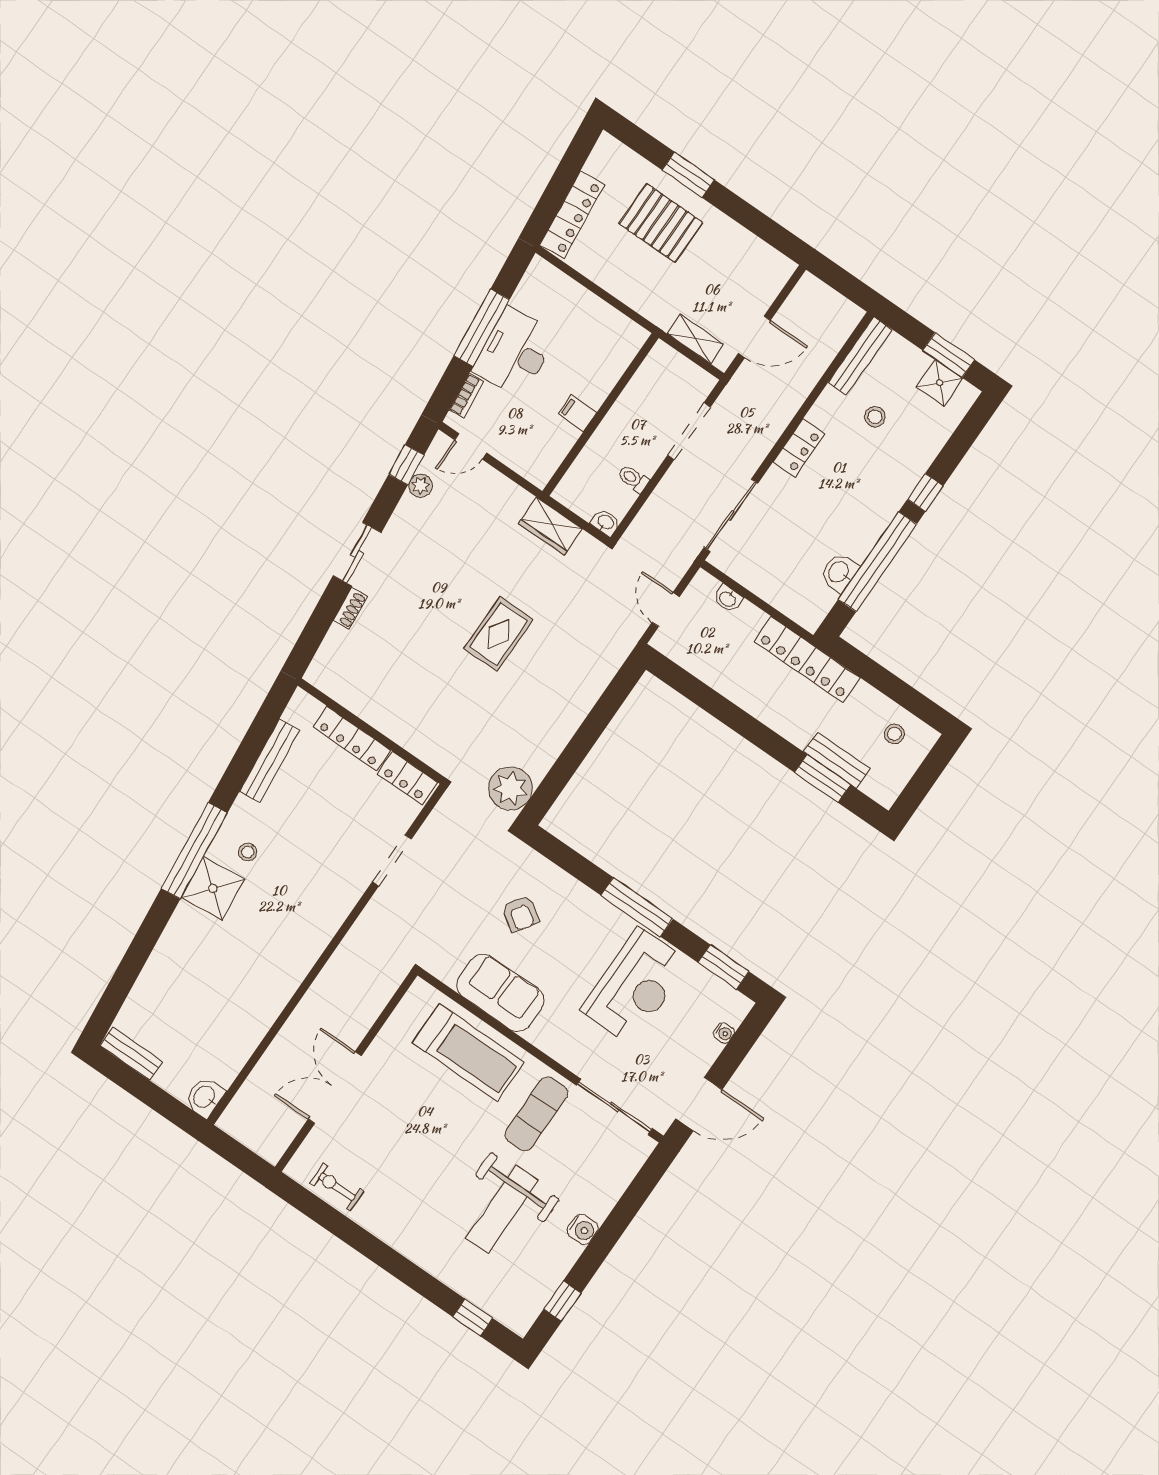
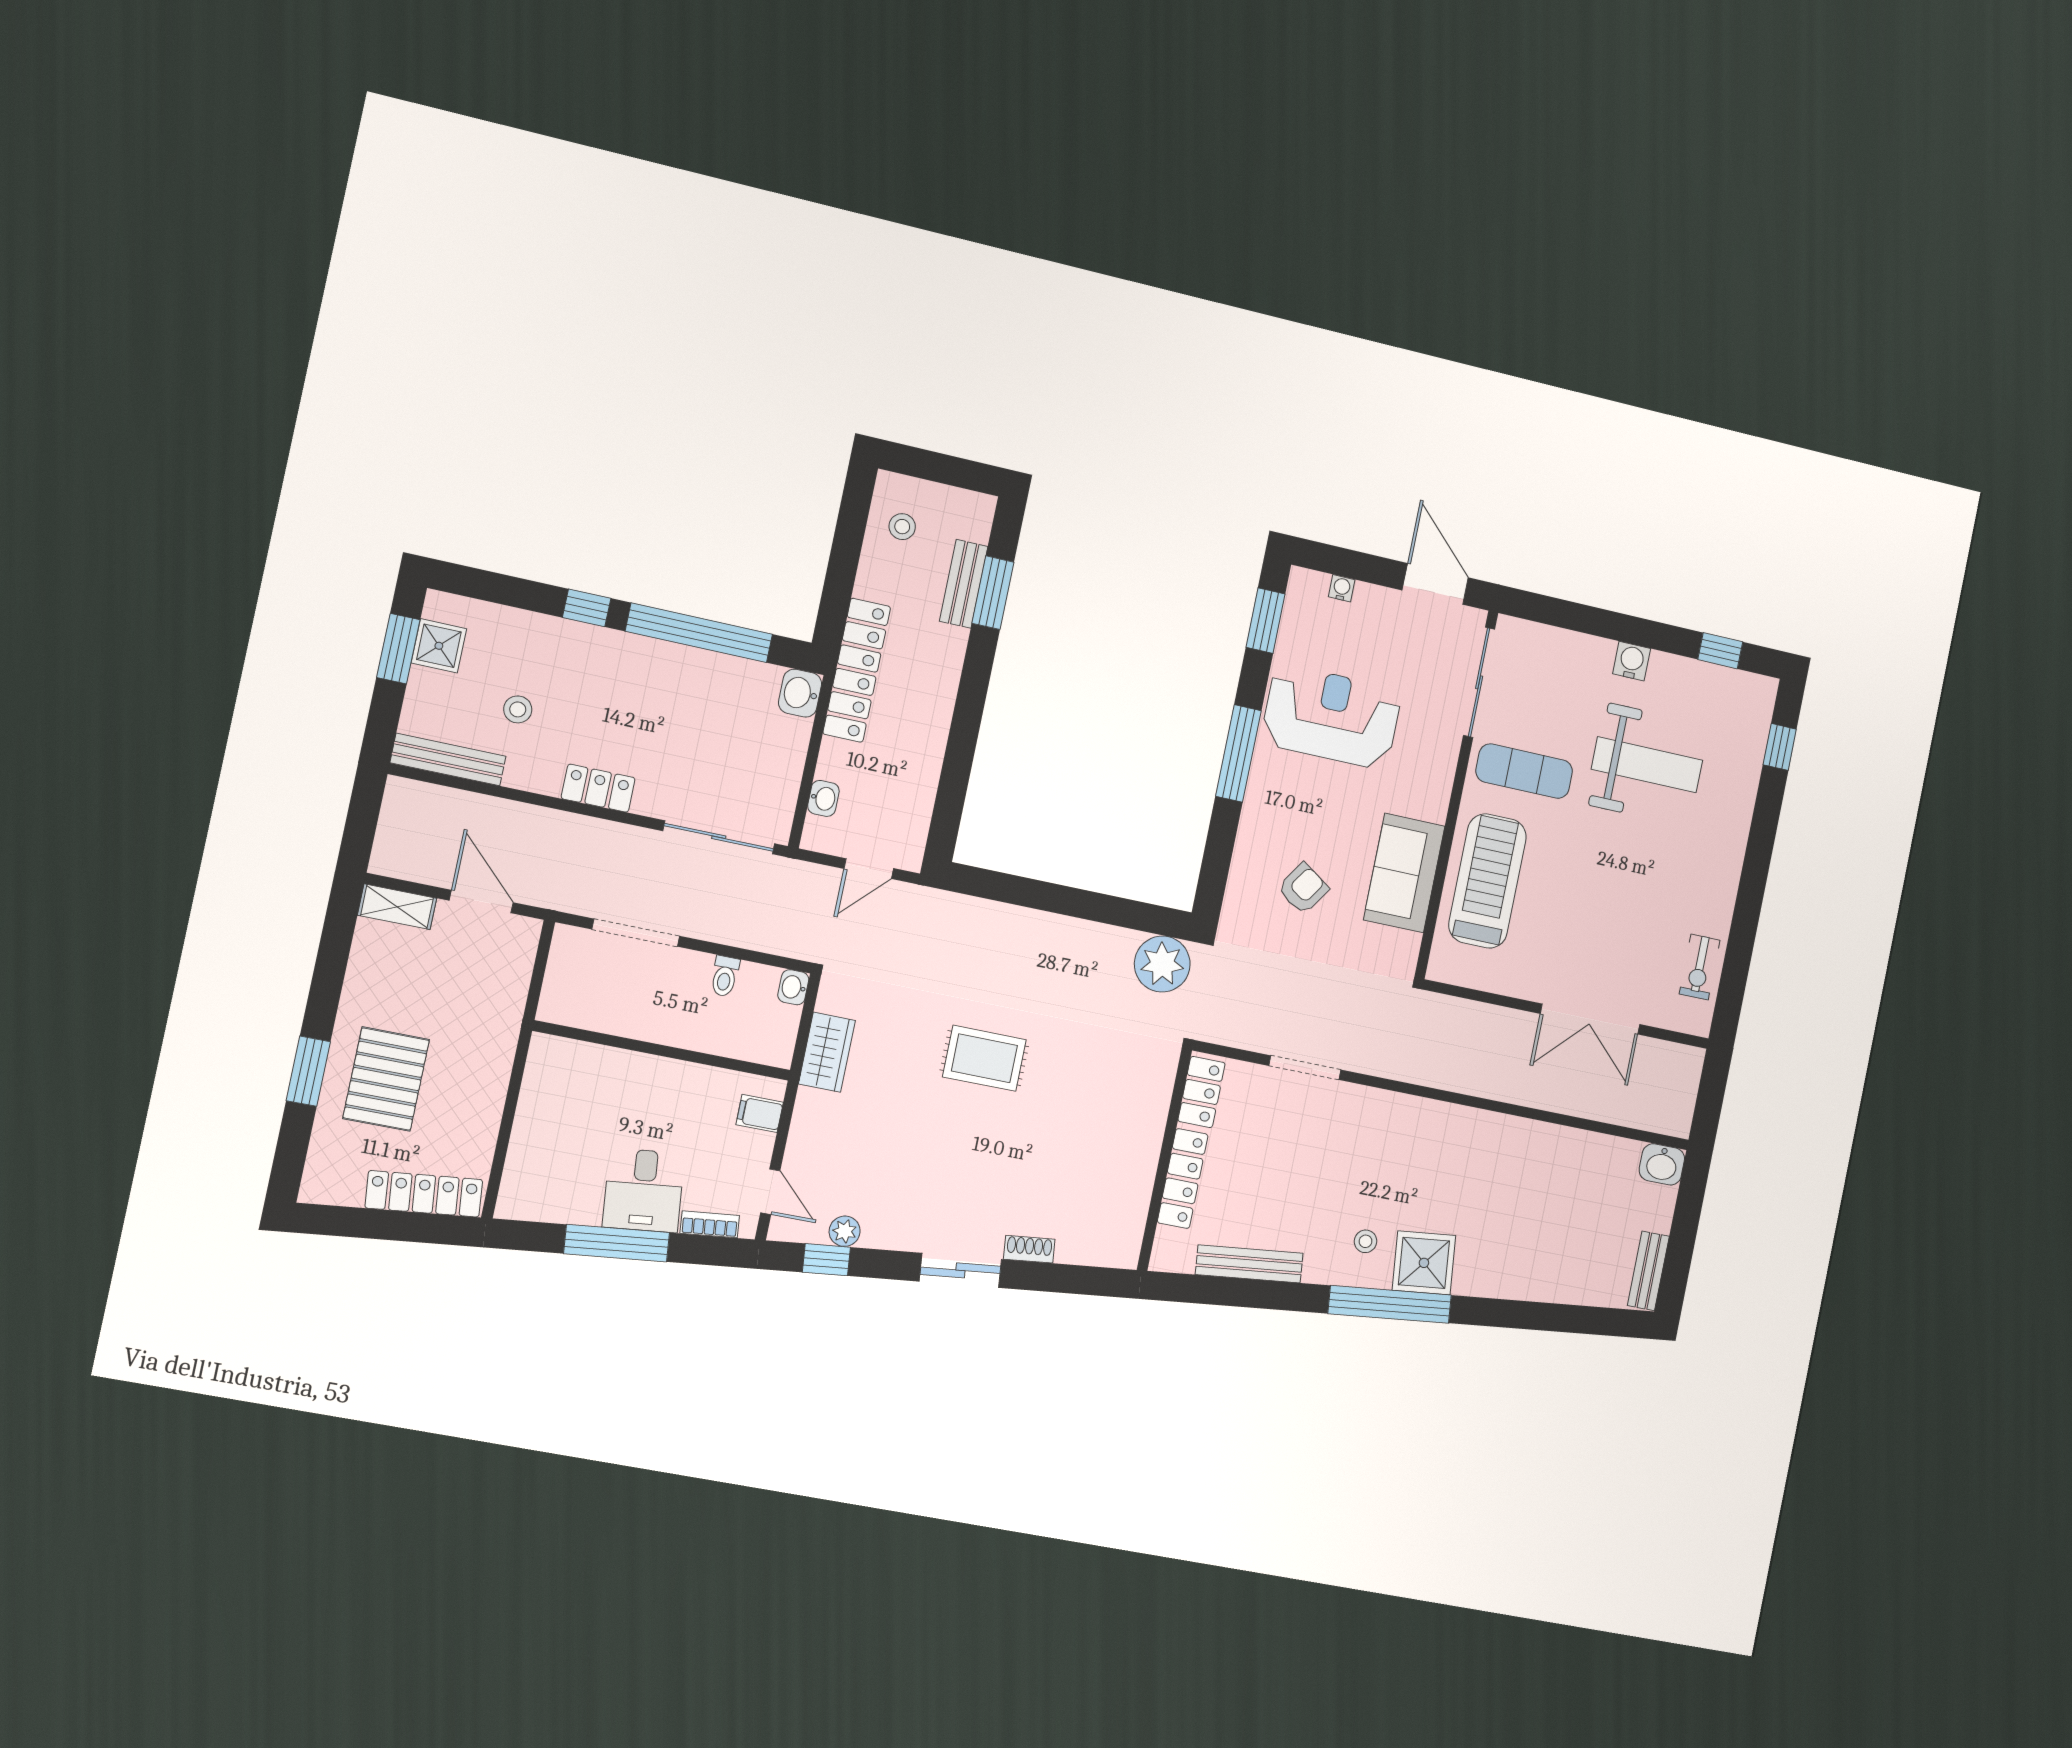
shelving: (696, 339) -> (397, 907), moved, turned 90
desk: (515, 352) -> (644, 1190), width x0.73
filing cabinet: (577, 413) -> (760, 1114), moved, turned 90
washbasin: (839, 572) -> (800, 693), moved, turned 90

